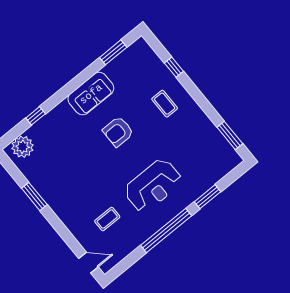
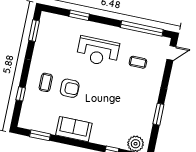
armchair: (118, 132) -> (70, 88), moved
reception desk: (153, 186) -> (98, 51), turned 180
window: (166, 231) -> (142, 28), moved
door: (88, 263) -> (171, 53), swing flipped

